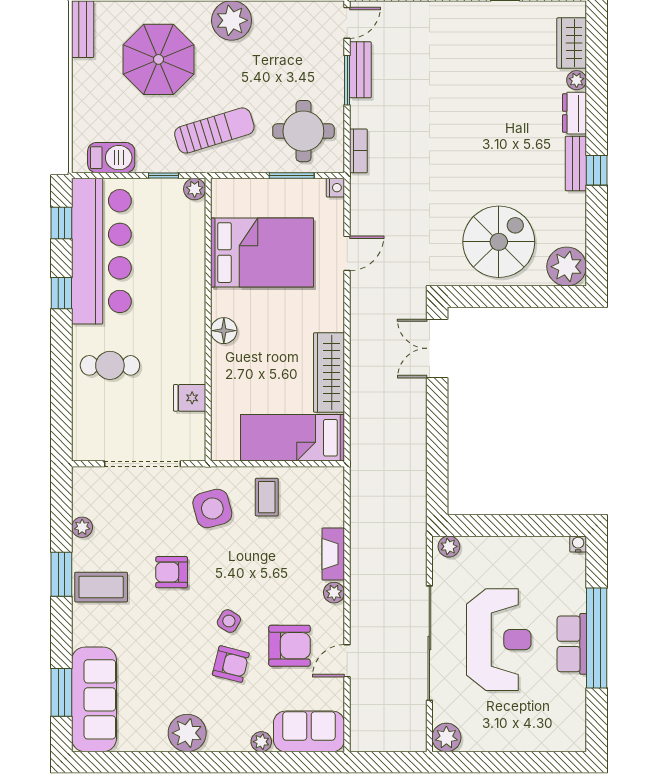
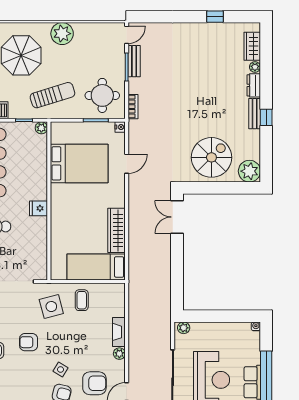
floor lamp: (224, 331) -> (58, 207), removed
fridge: (190, 398) -> (39, 208), moved

